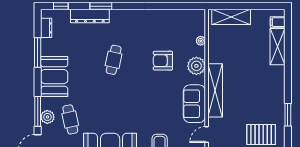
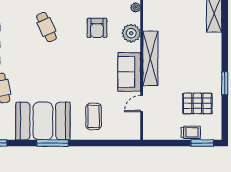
cafe table: (114, 60) -> (47, 27), turned -36
armchair: (163, 61) -> (97, 28), turned -90

